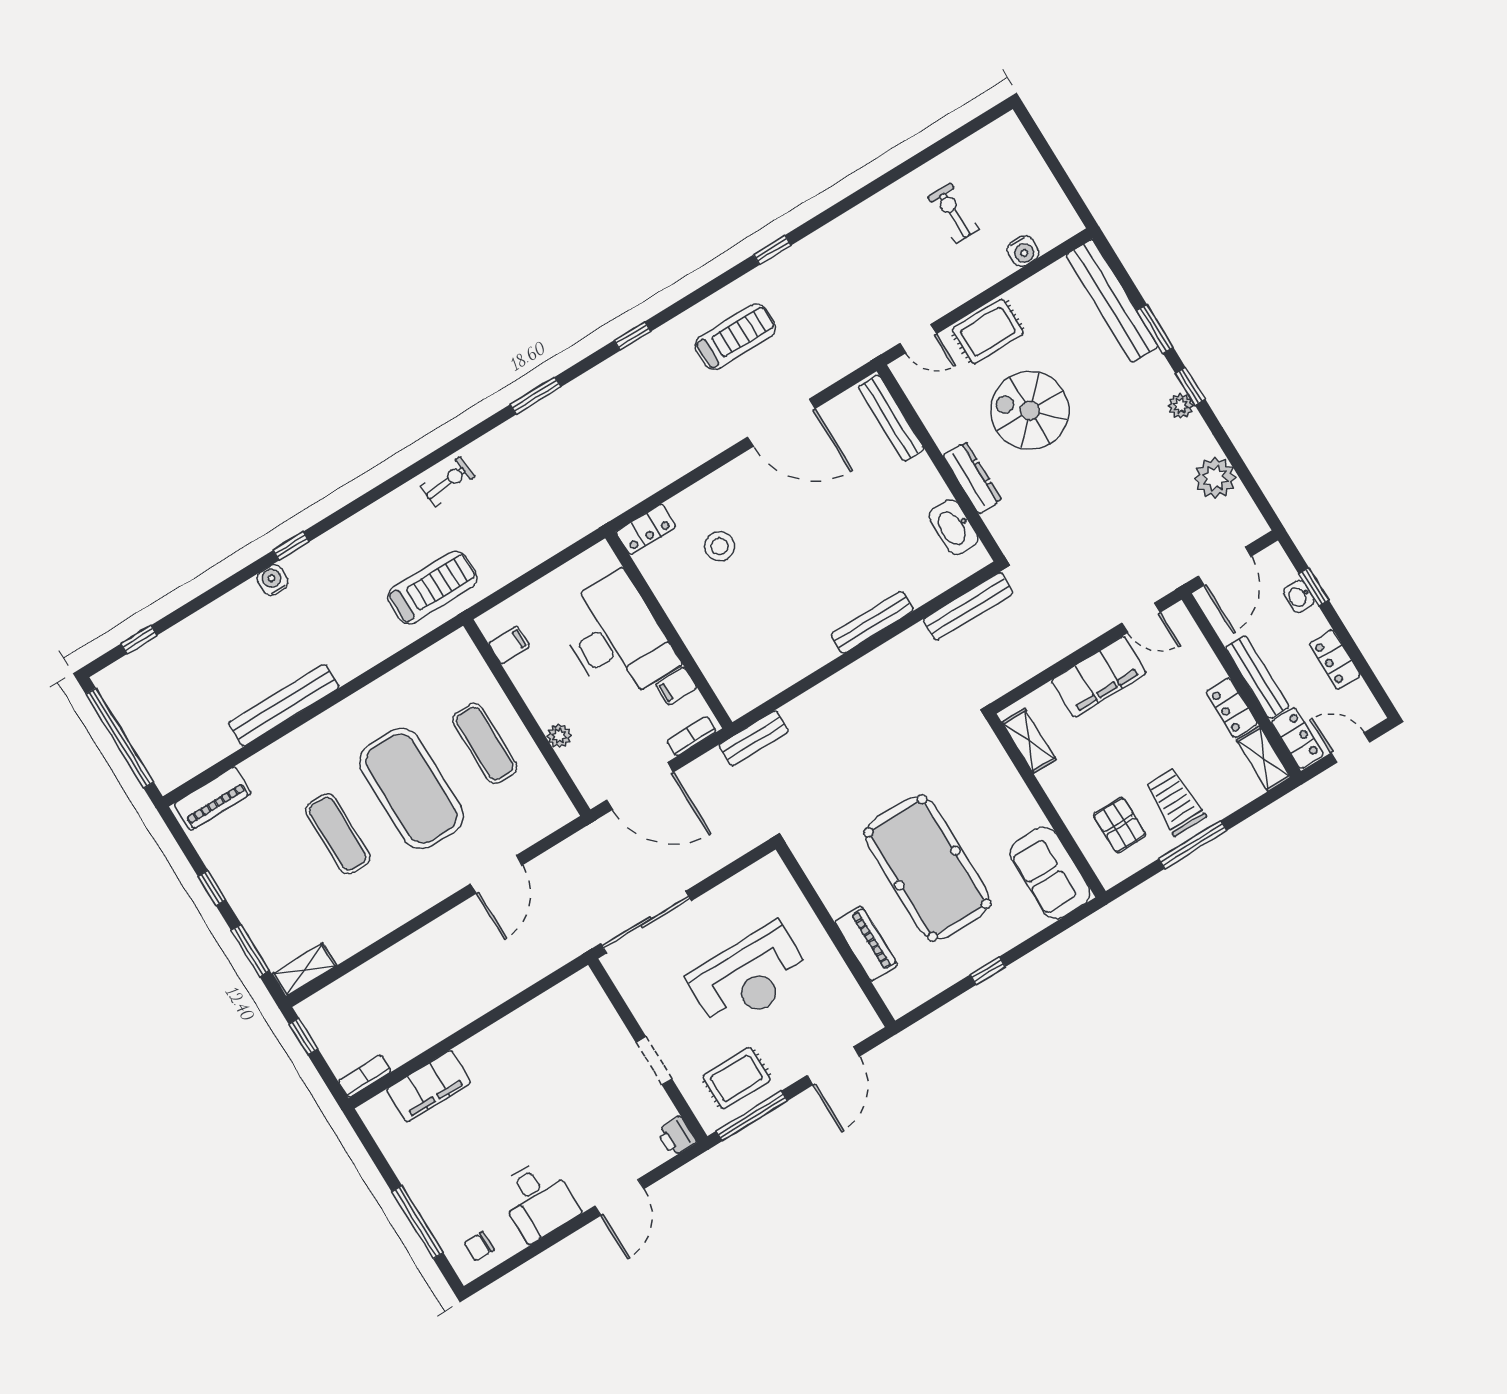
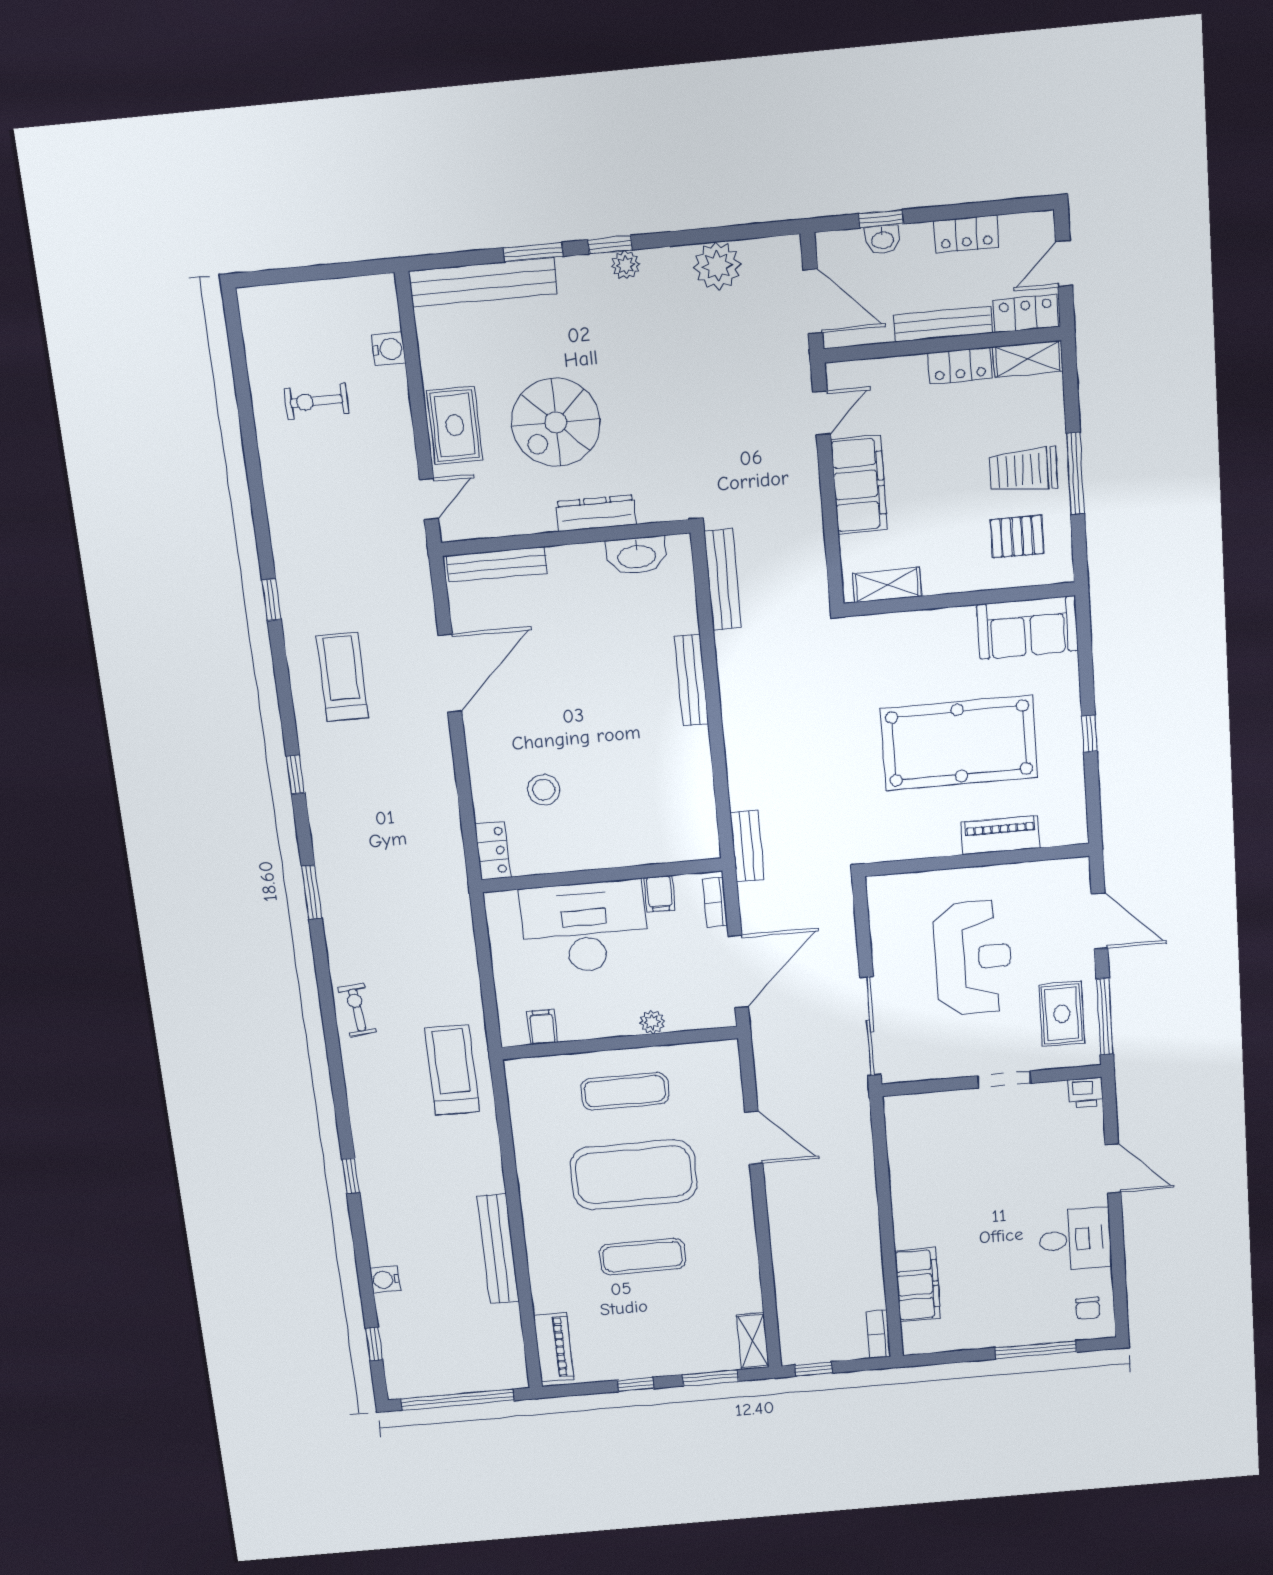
water cooler: (273, 580) -> (385, 1280), moved

